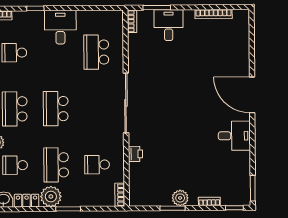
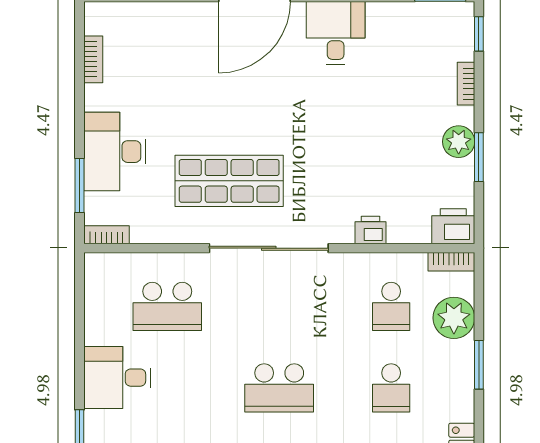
bookcase: (214, 14) -> (93, 59), width x0.64
desk: (169, 25) -> (115, 152), width x1.37
shop shelf: (160, 83) -> (229, 181), added
school desk: (56, 165) -> (391, 388), width x0.54
plant: (51, 196) -> (454, 318), moved
printer: (138, 196) -> (453, 226), added

